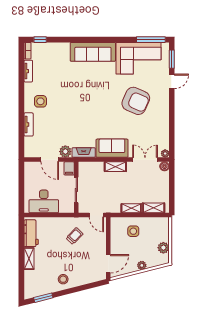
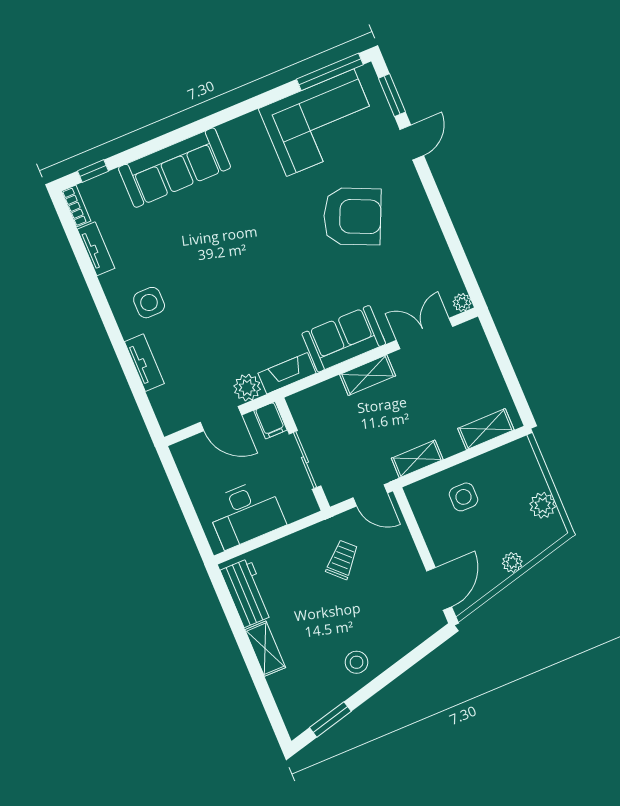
sofa: (93, 52) -> (175, 168), moved
boiler: (165, 166) -> (472, 330), removed
shelving: (131, 208) -> (417, 459), moved

